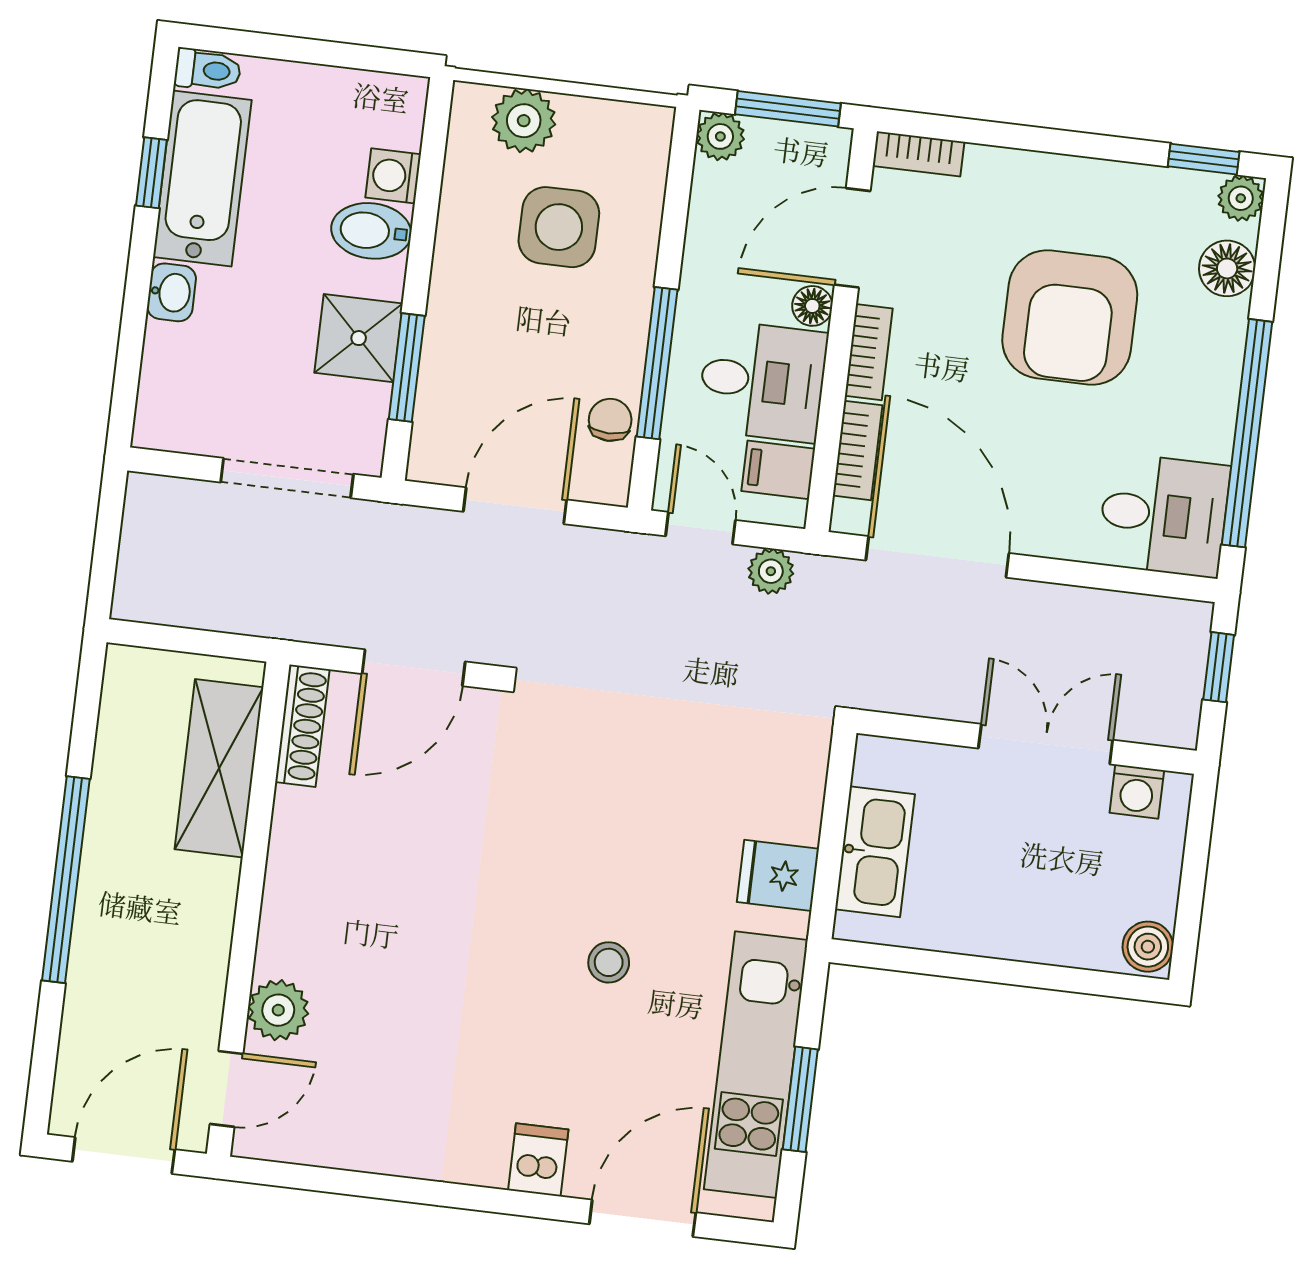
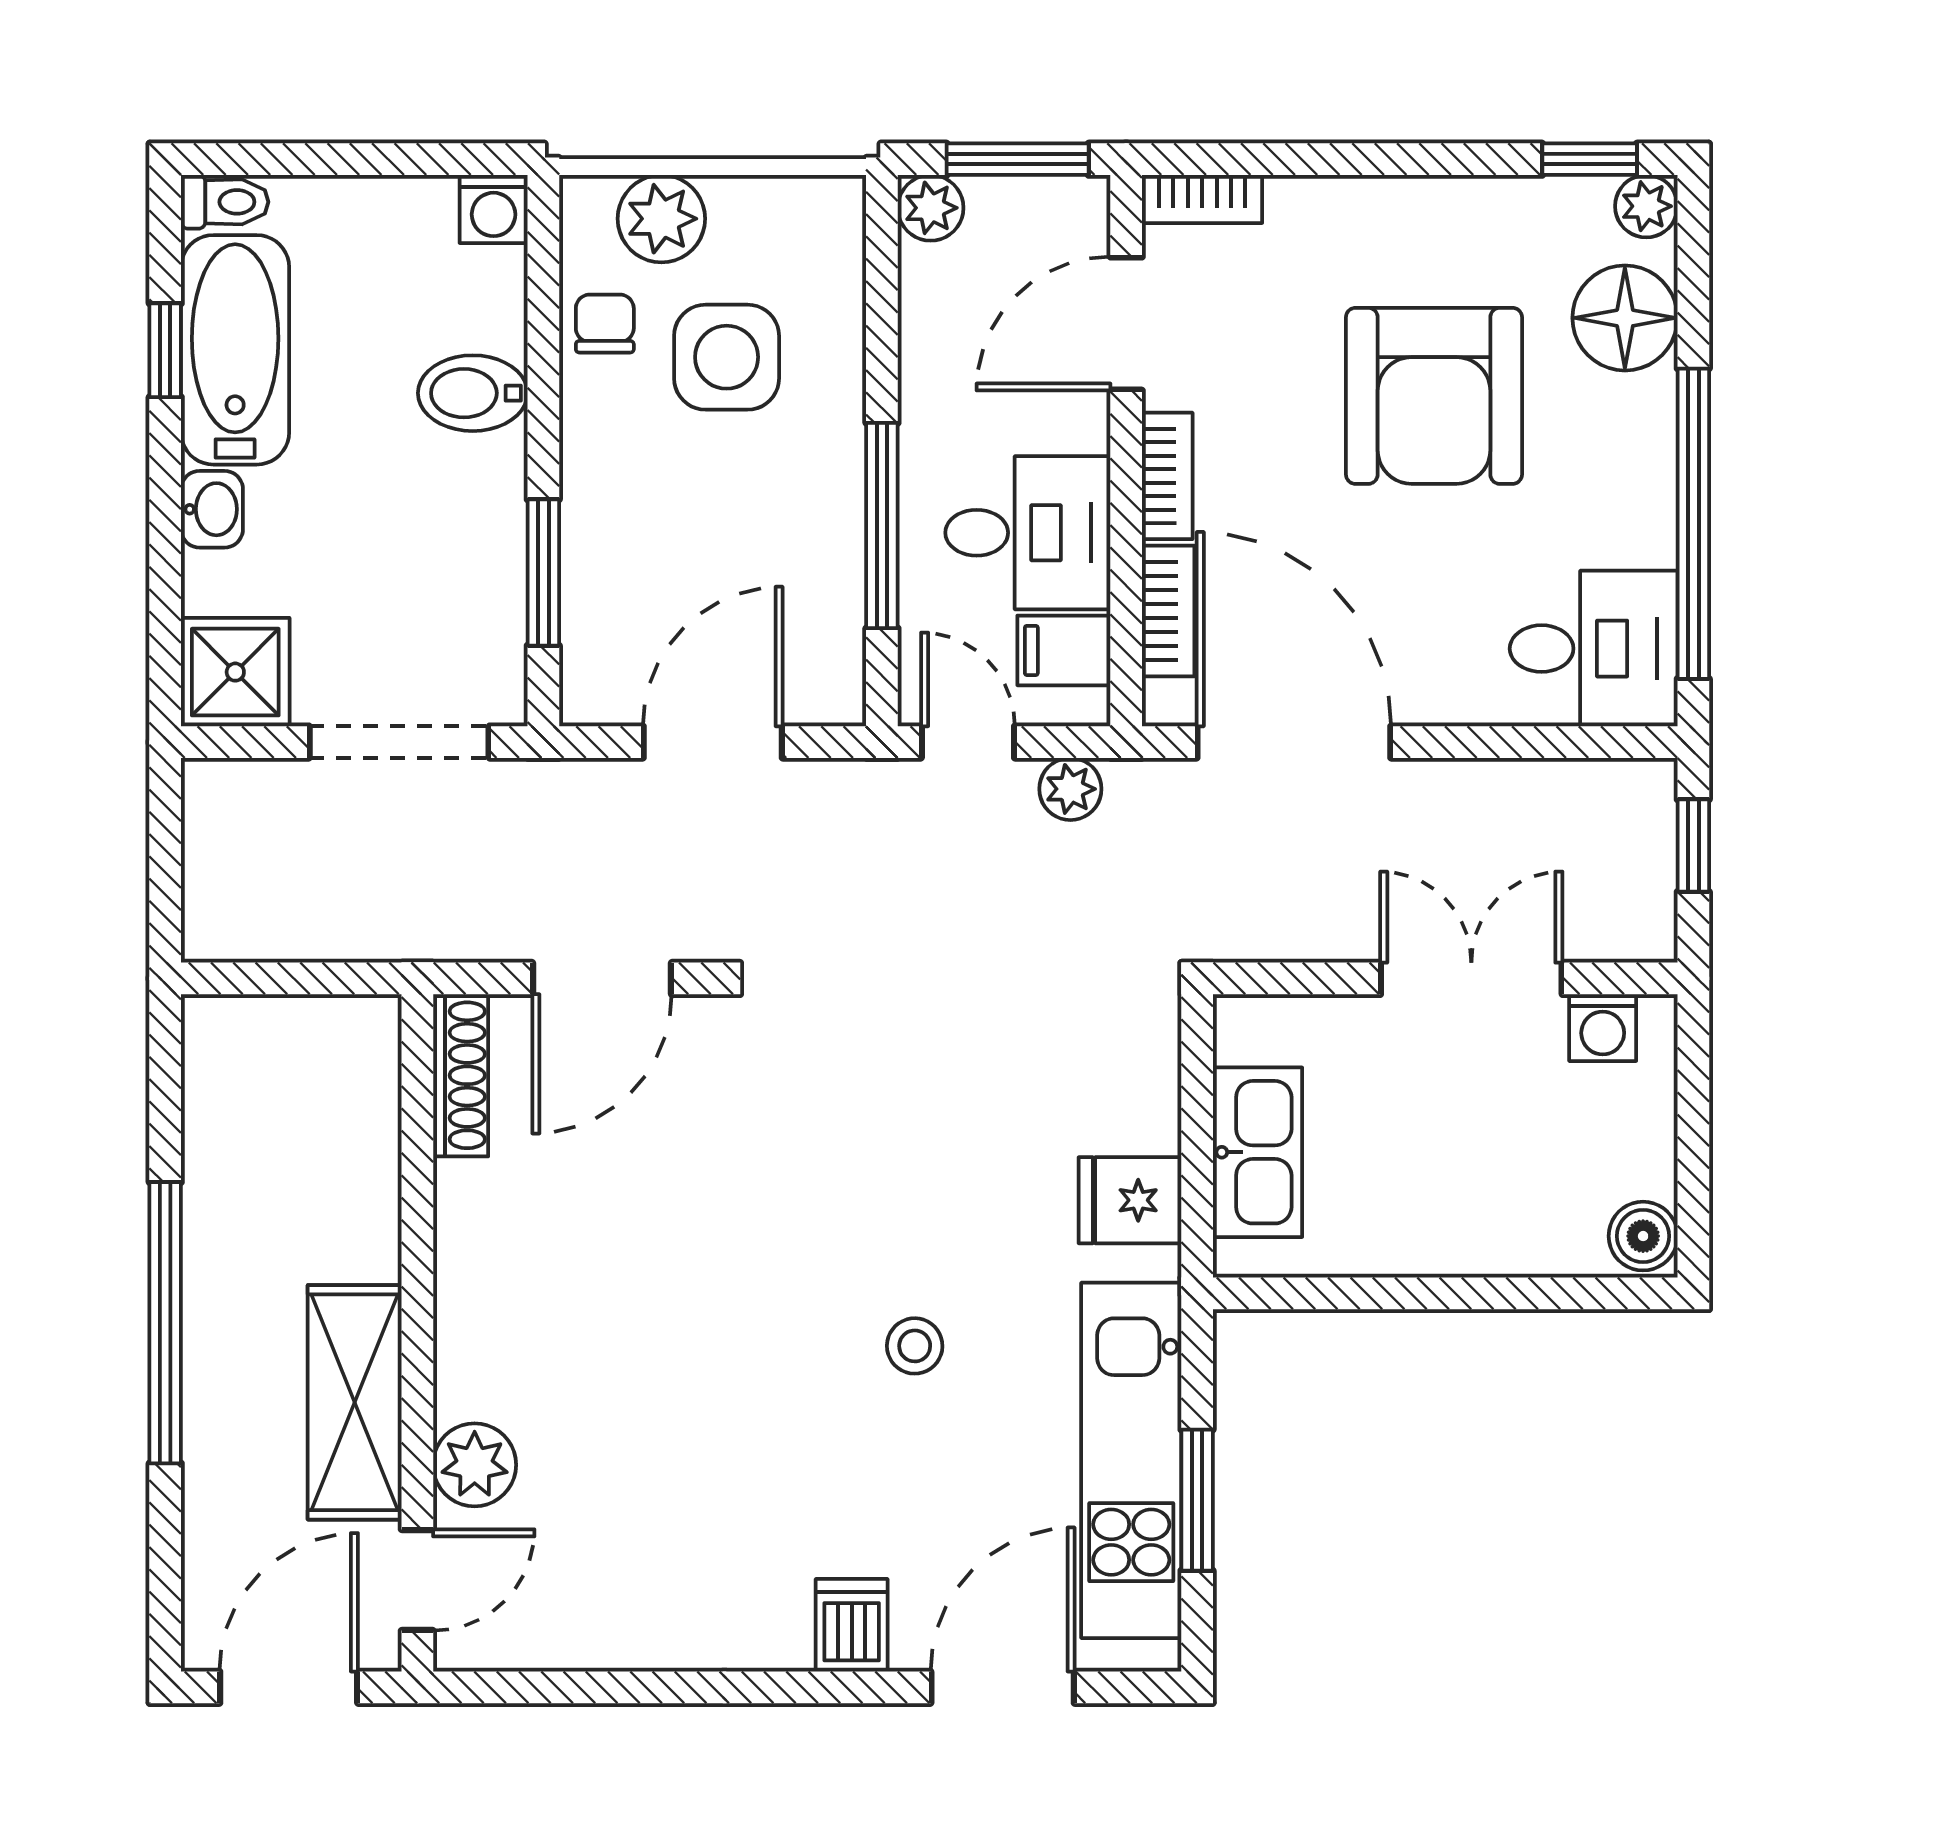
washing machine: (393, 176) -> (494, 209), moved, turned -90
floor lamp: (1227, 268) -> (1625, 318), width x1.38, depth x1.38
floor lamp: (812, 306) -> (1083, 423), removed
shower: (359, 338) -> (235, 672), moved
chair: (610, 420) -> (605, 324), moved
shelving: (219, 768) -> (355, 1402), moved

